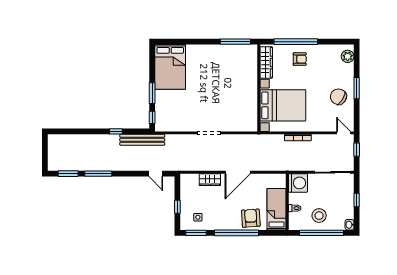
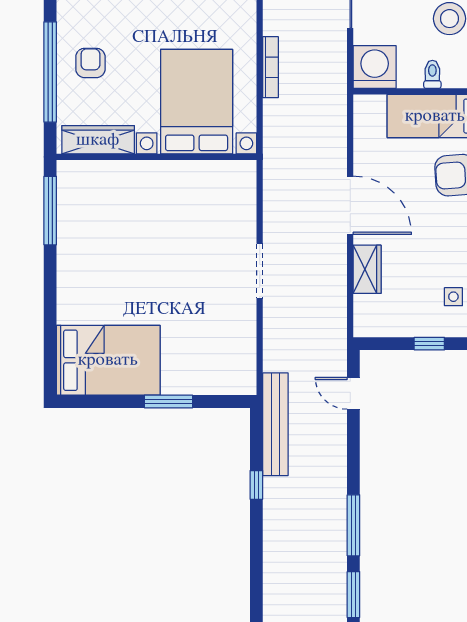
window: (152, 117) -> (224, 401), removed
door: (156, 174) -> (353, 393), swing flipped

